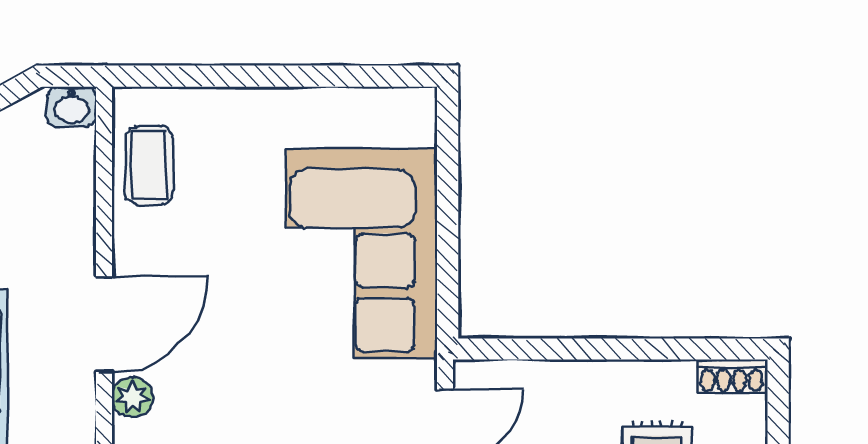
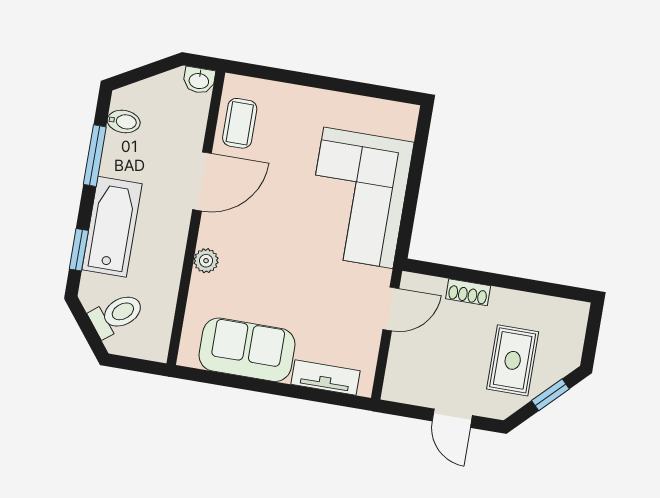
door: (104, 324) -> (202, 181), moved
shoe rack: (732, 376) -> (468, 292), moved

